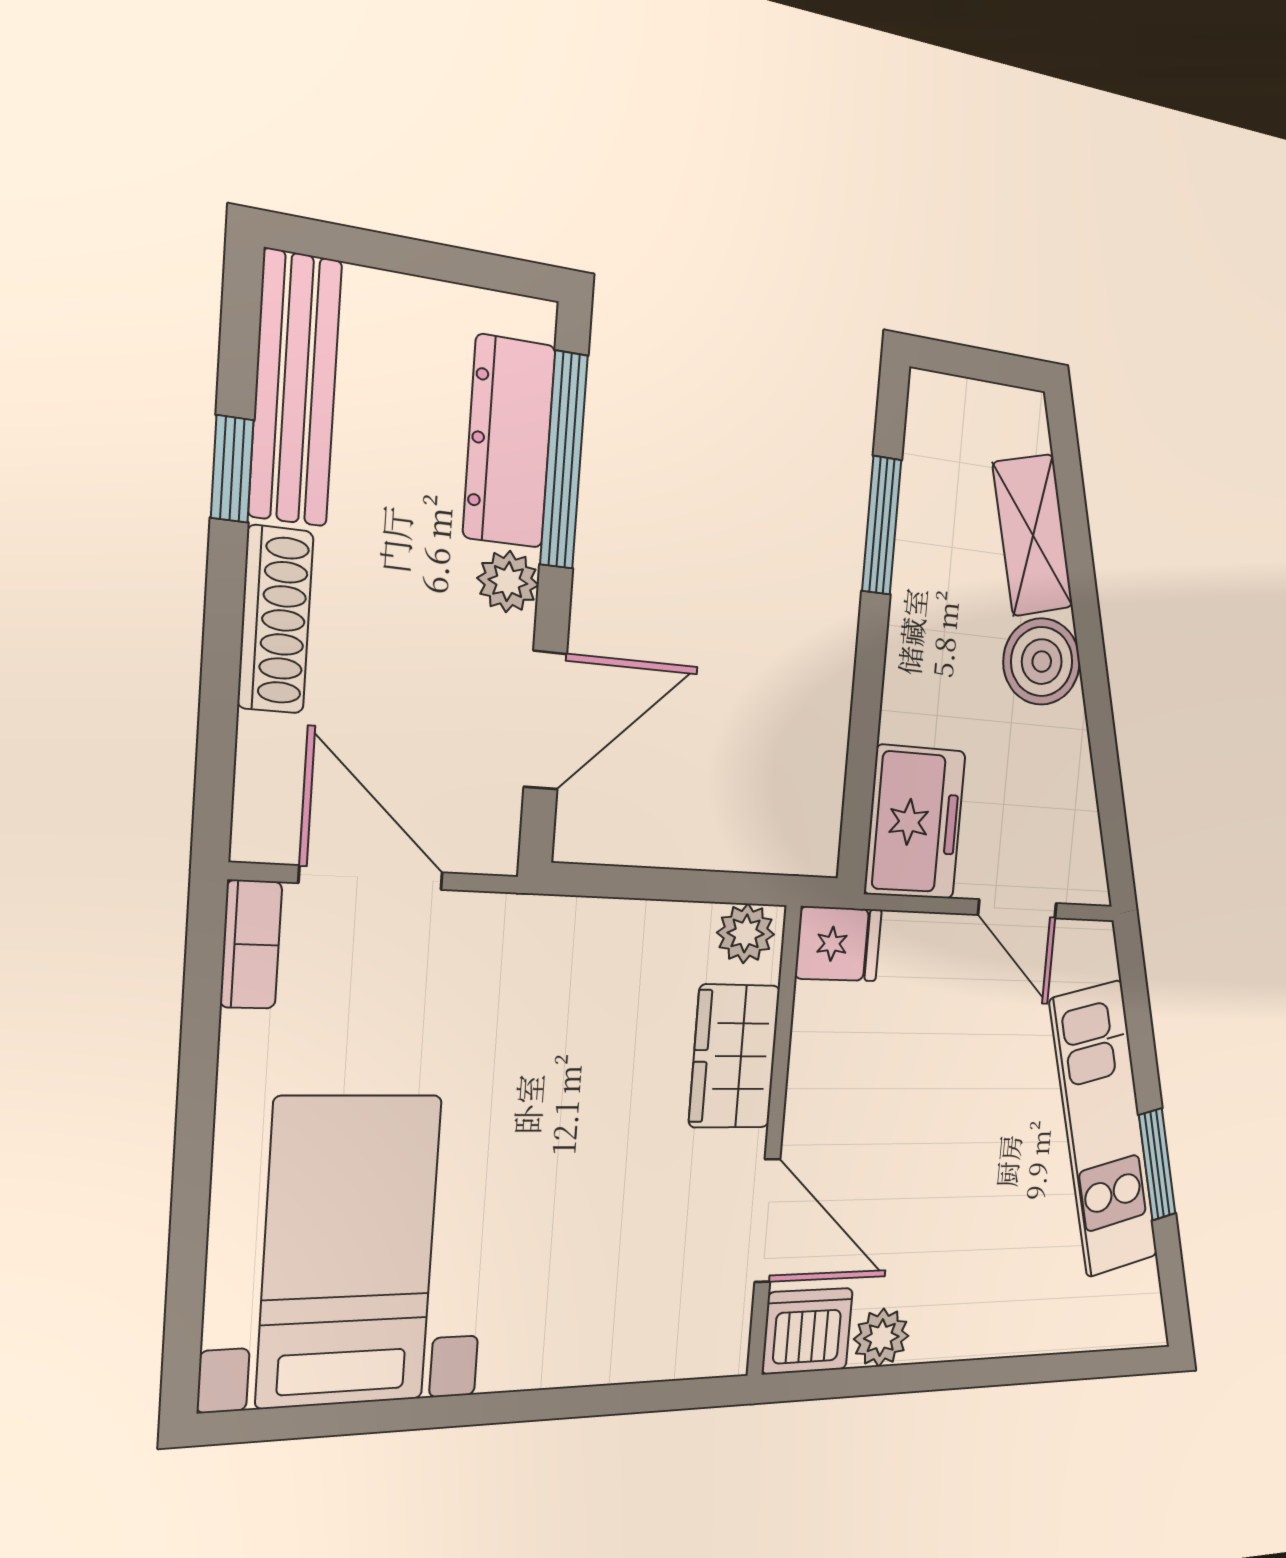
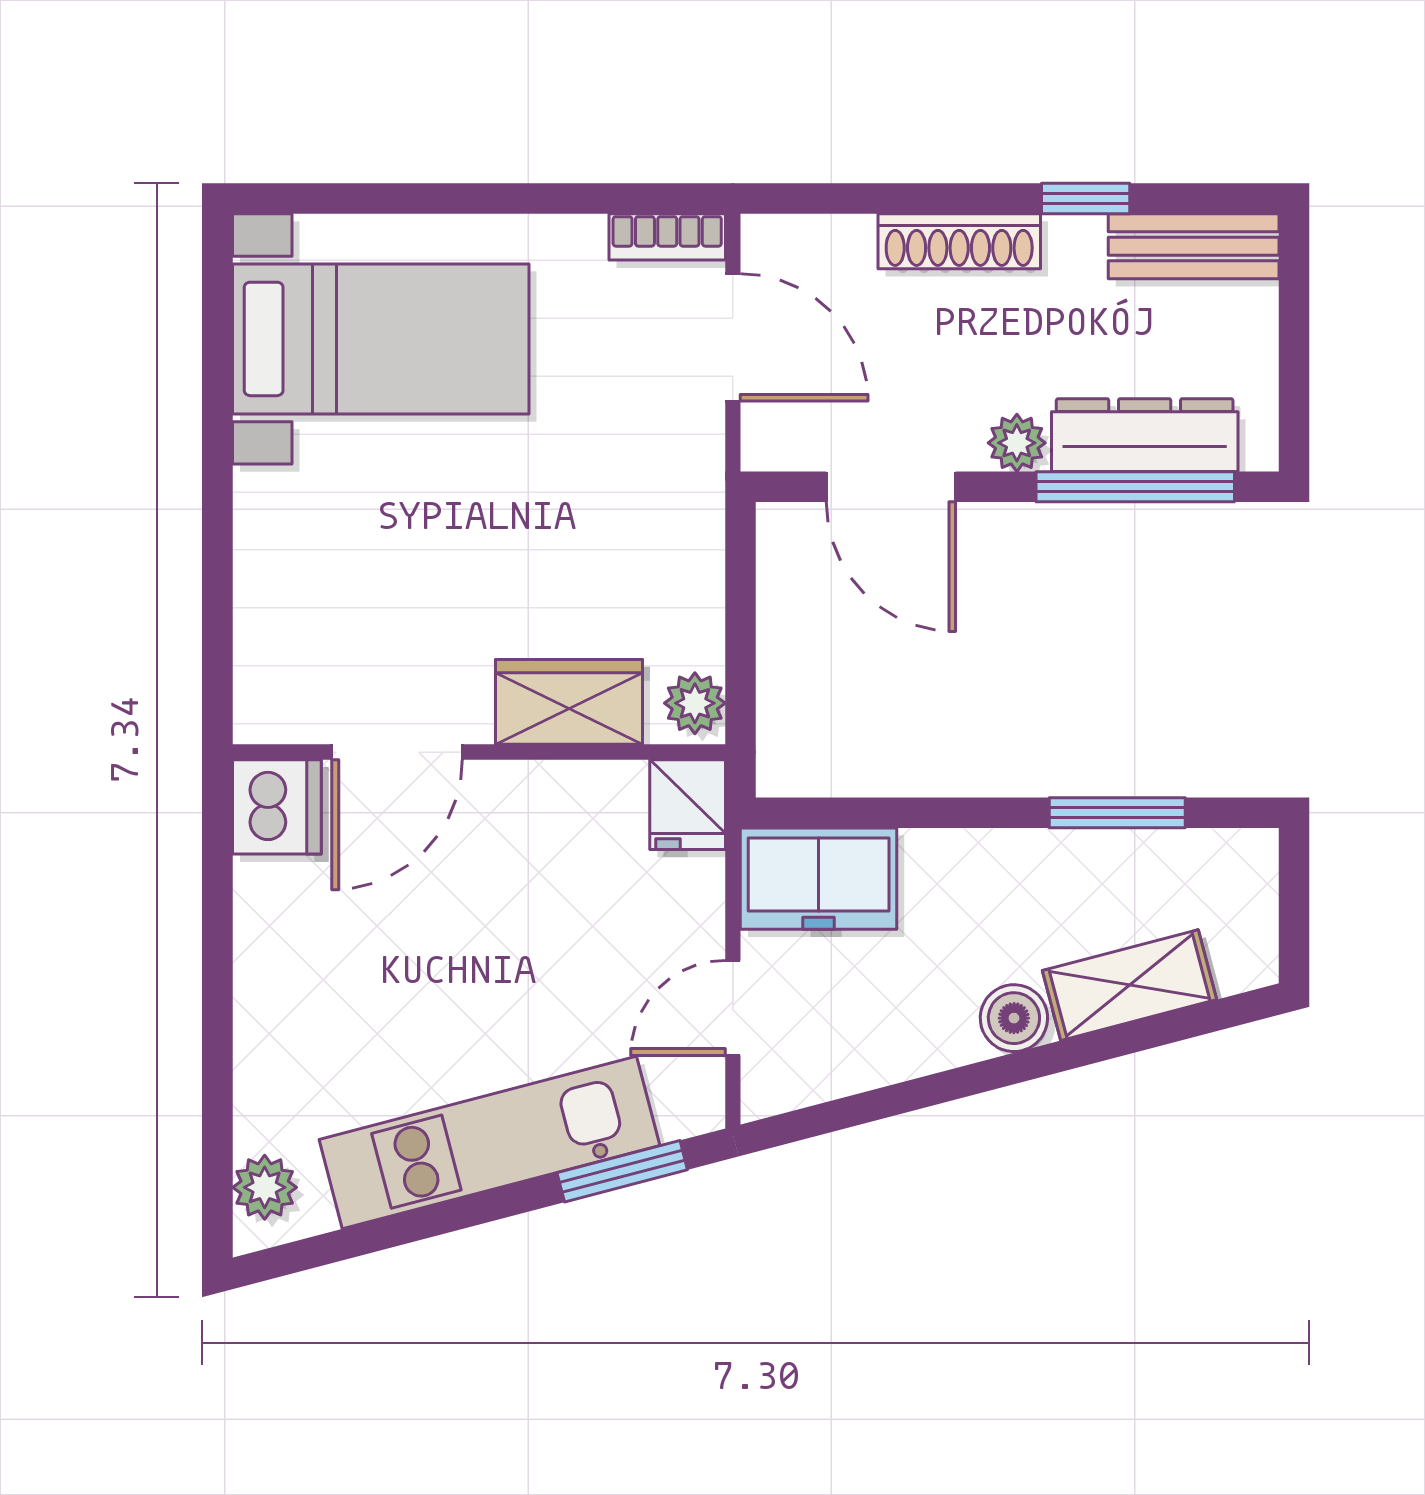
bench: (295, 389) -> (1194, 246), width x0.73
boiler: (1042, 662) -> (1014, 1018), width x0.73, depth x0.73
door: (371, 878) -> (733, 337), hinge flipped
window: (1157, 1164) -> (622, 1171), moved
plant: (881, 1337) -> (265, 1187), moved

